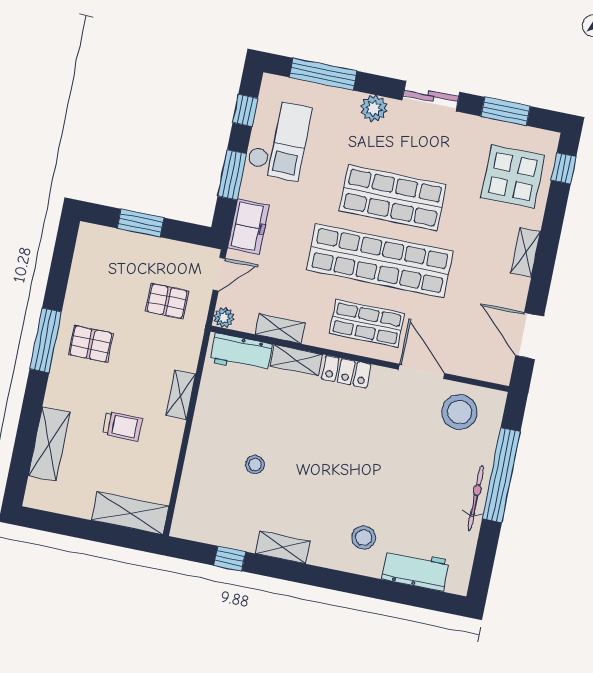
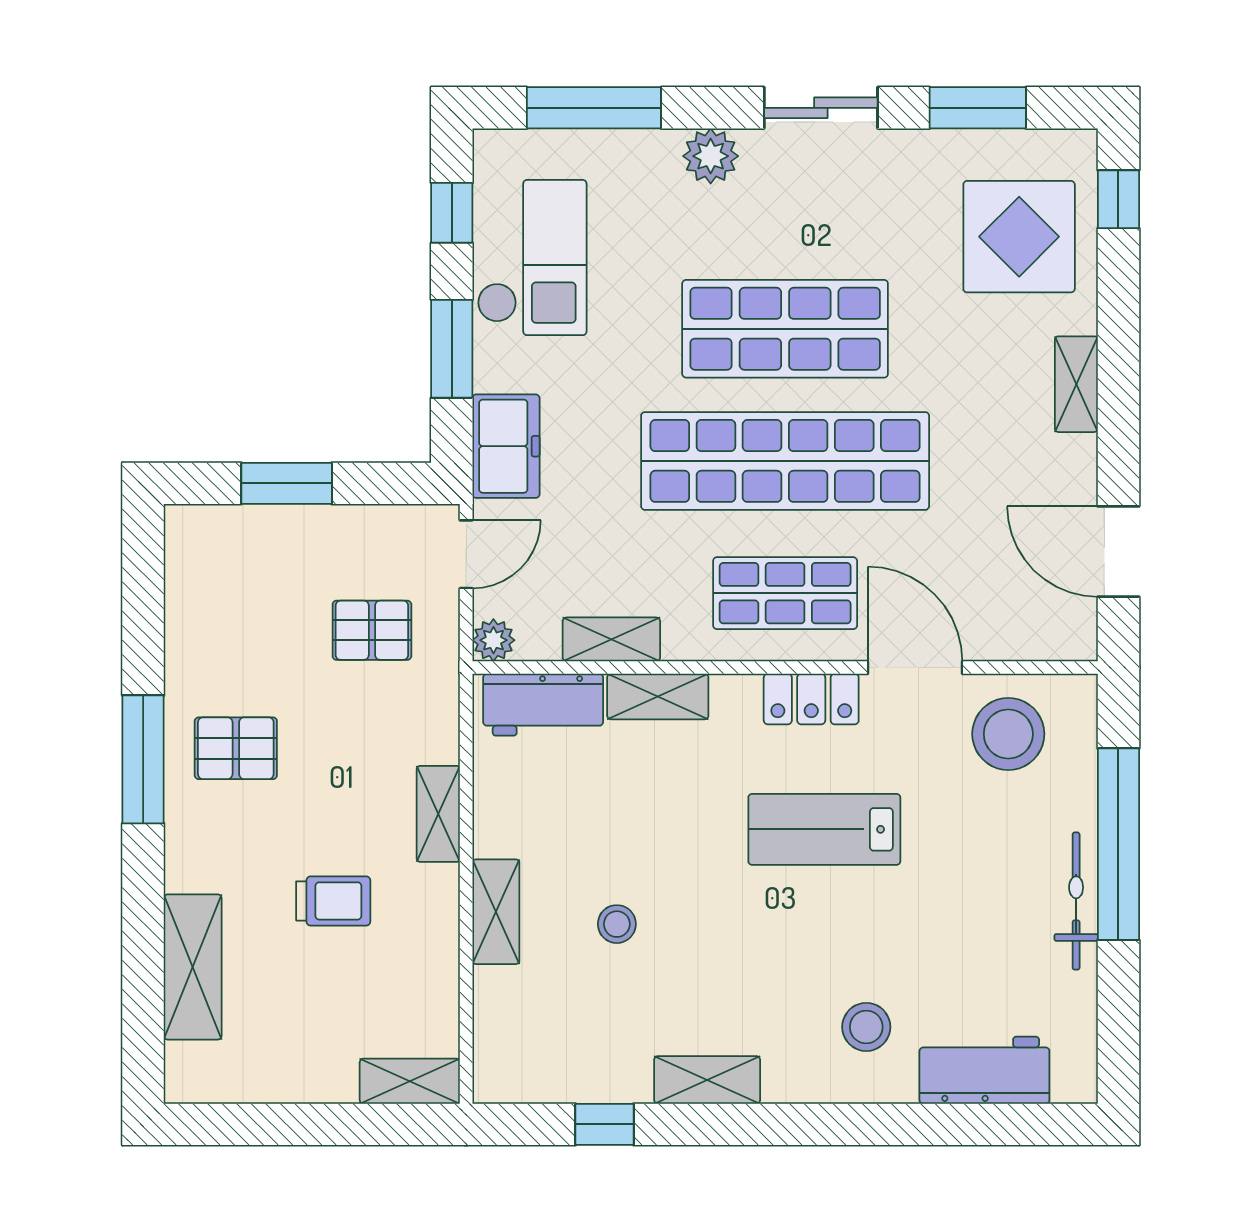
locker: (346, 372) -> (811, 699), moved
lab bench: (363, 440) -> (824, 829), added
shelving: (199, 447) -> (496, 912), added
shelving: (130, 513) -> (410, 1081), width x0.67, depth x0.75

